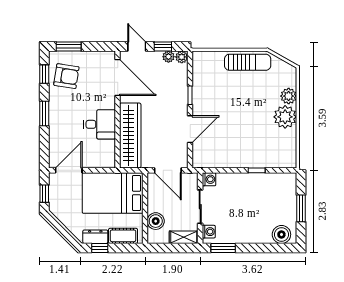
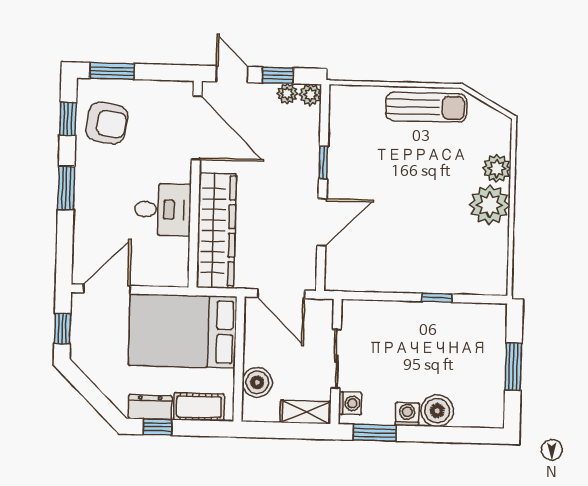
washing machine: (209, 179) -> (407, 414), moved, turned -90
boiler: (281, 234) -> (437, 411), moved

